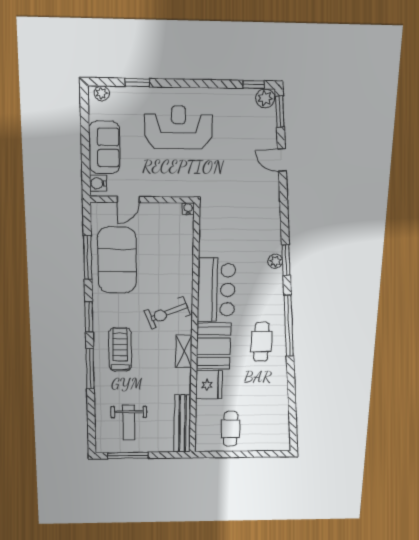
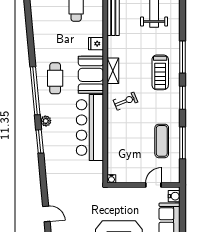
exercise mat: (117, 260) -> (162, 141), width x0.50, depth x0.69
plant: (275, 261) -> (46, 121), moved
bar counter: (216, 290) -> (90, 128), width x1.36
exercise bike: (167, 313) -> (126, 101), width x0.73, depth x0.72
fridge: (209, 385) -> (96, 44), width x0.53, depth x0.75

